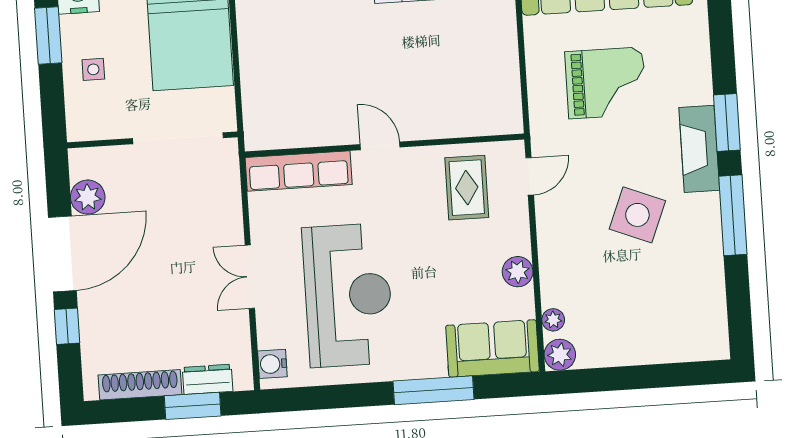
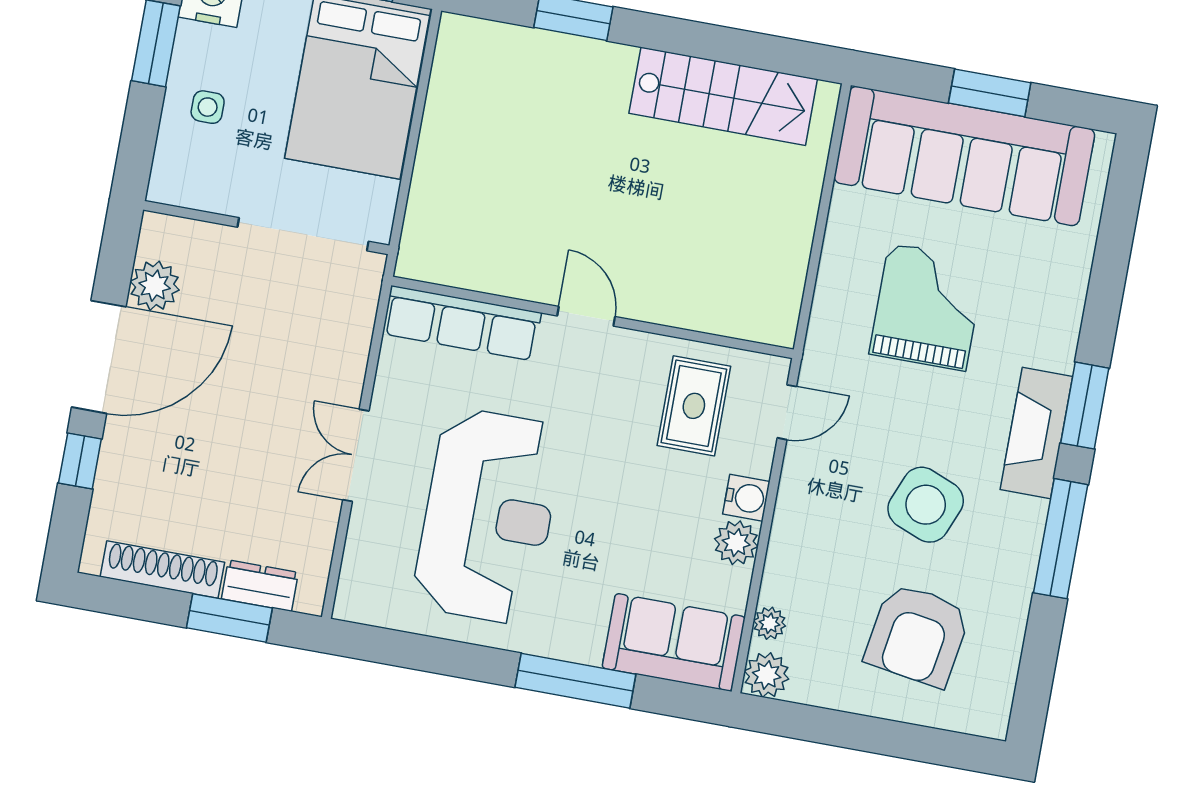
grand piano: (606, 83) -> (927, 307), turned -90
armchair: (654, 303) -> (917, 635), added
water cooler: (272, 364) -> (746, 498), moved, turned 180

